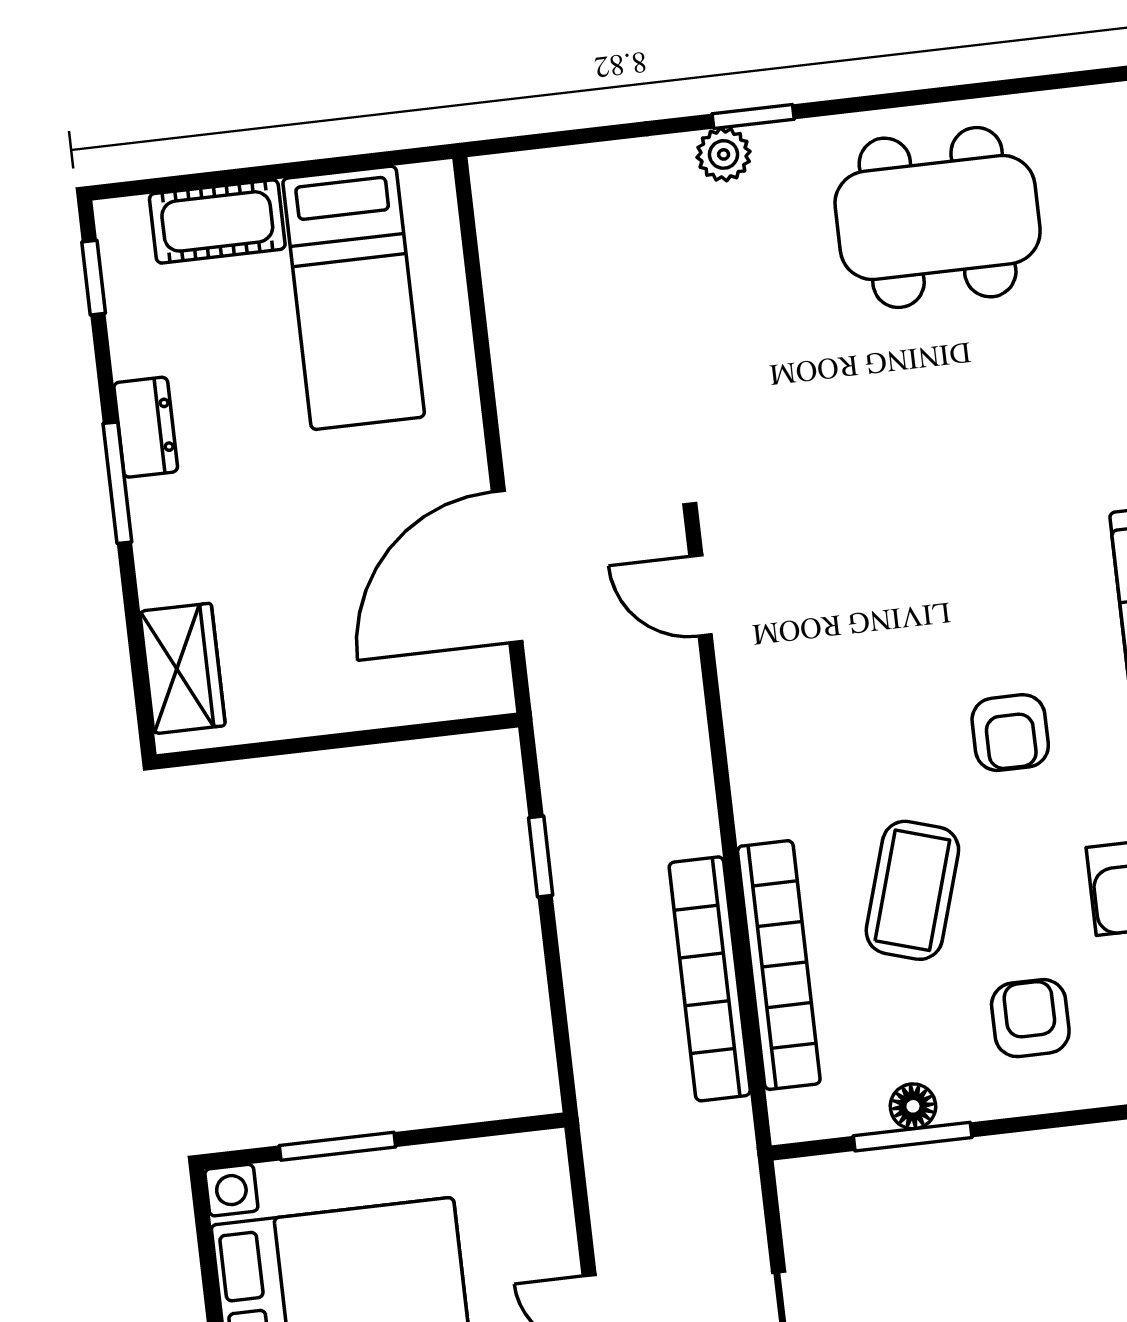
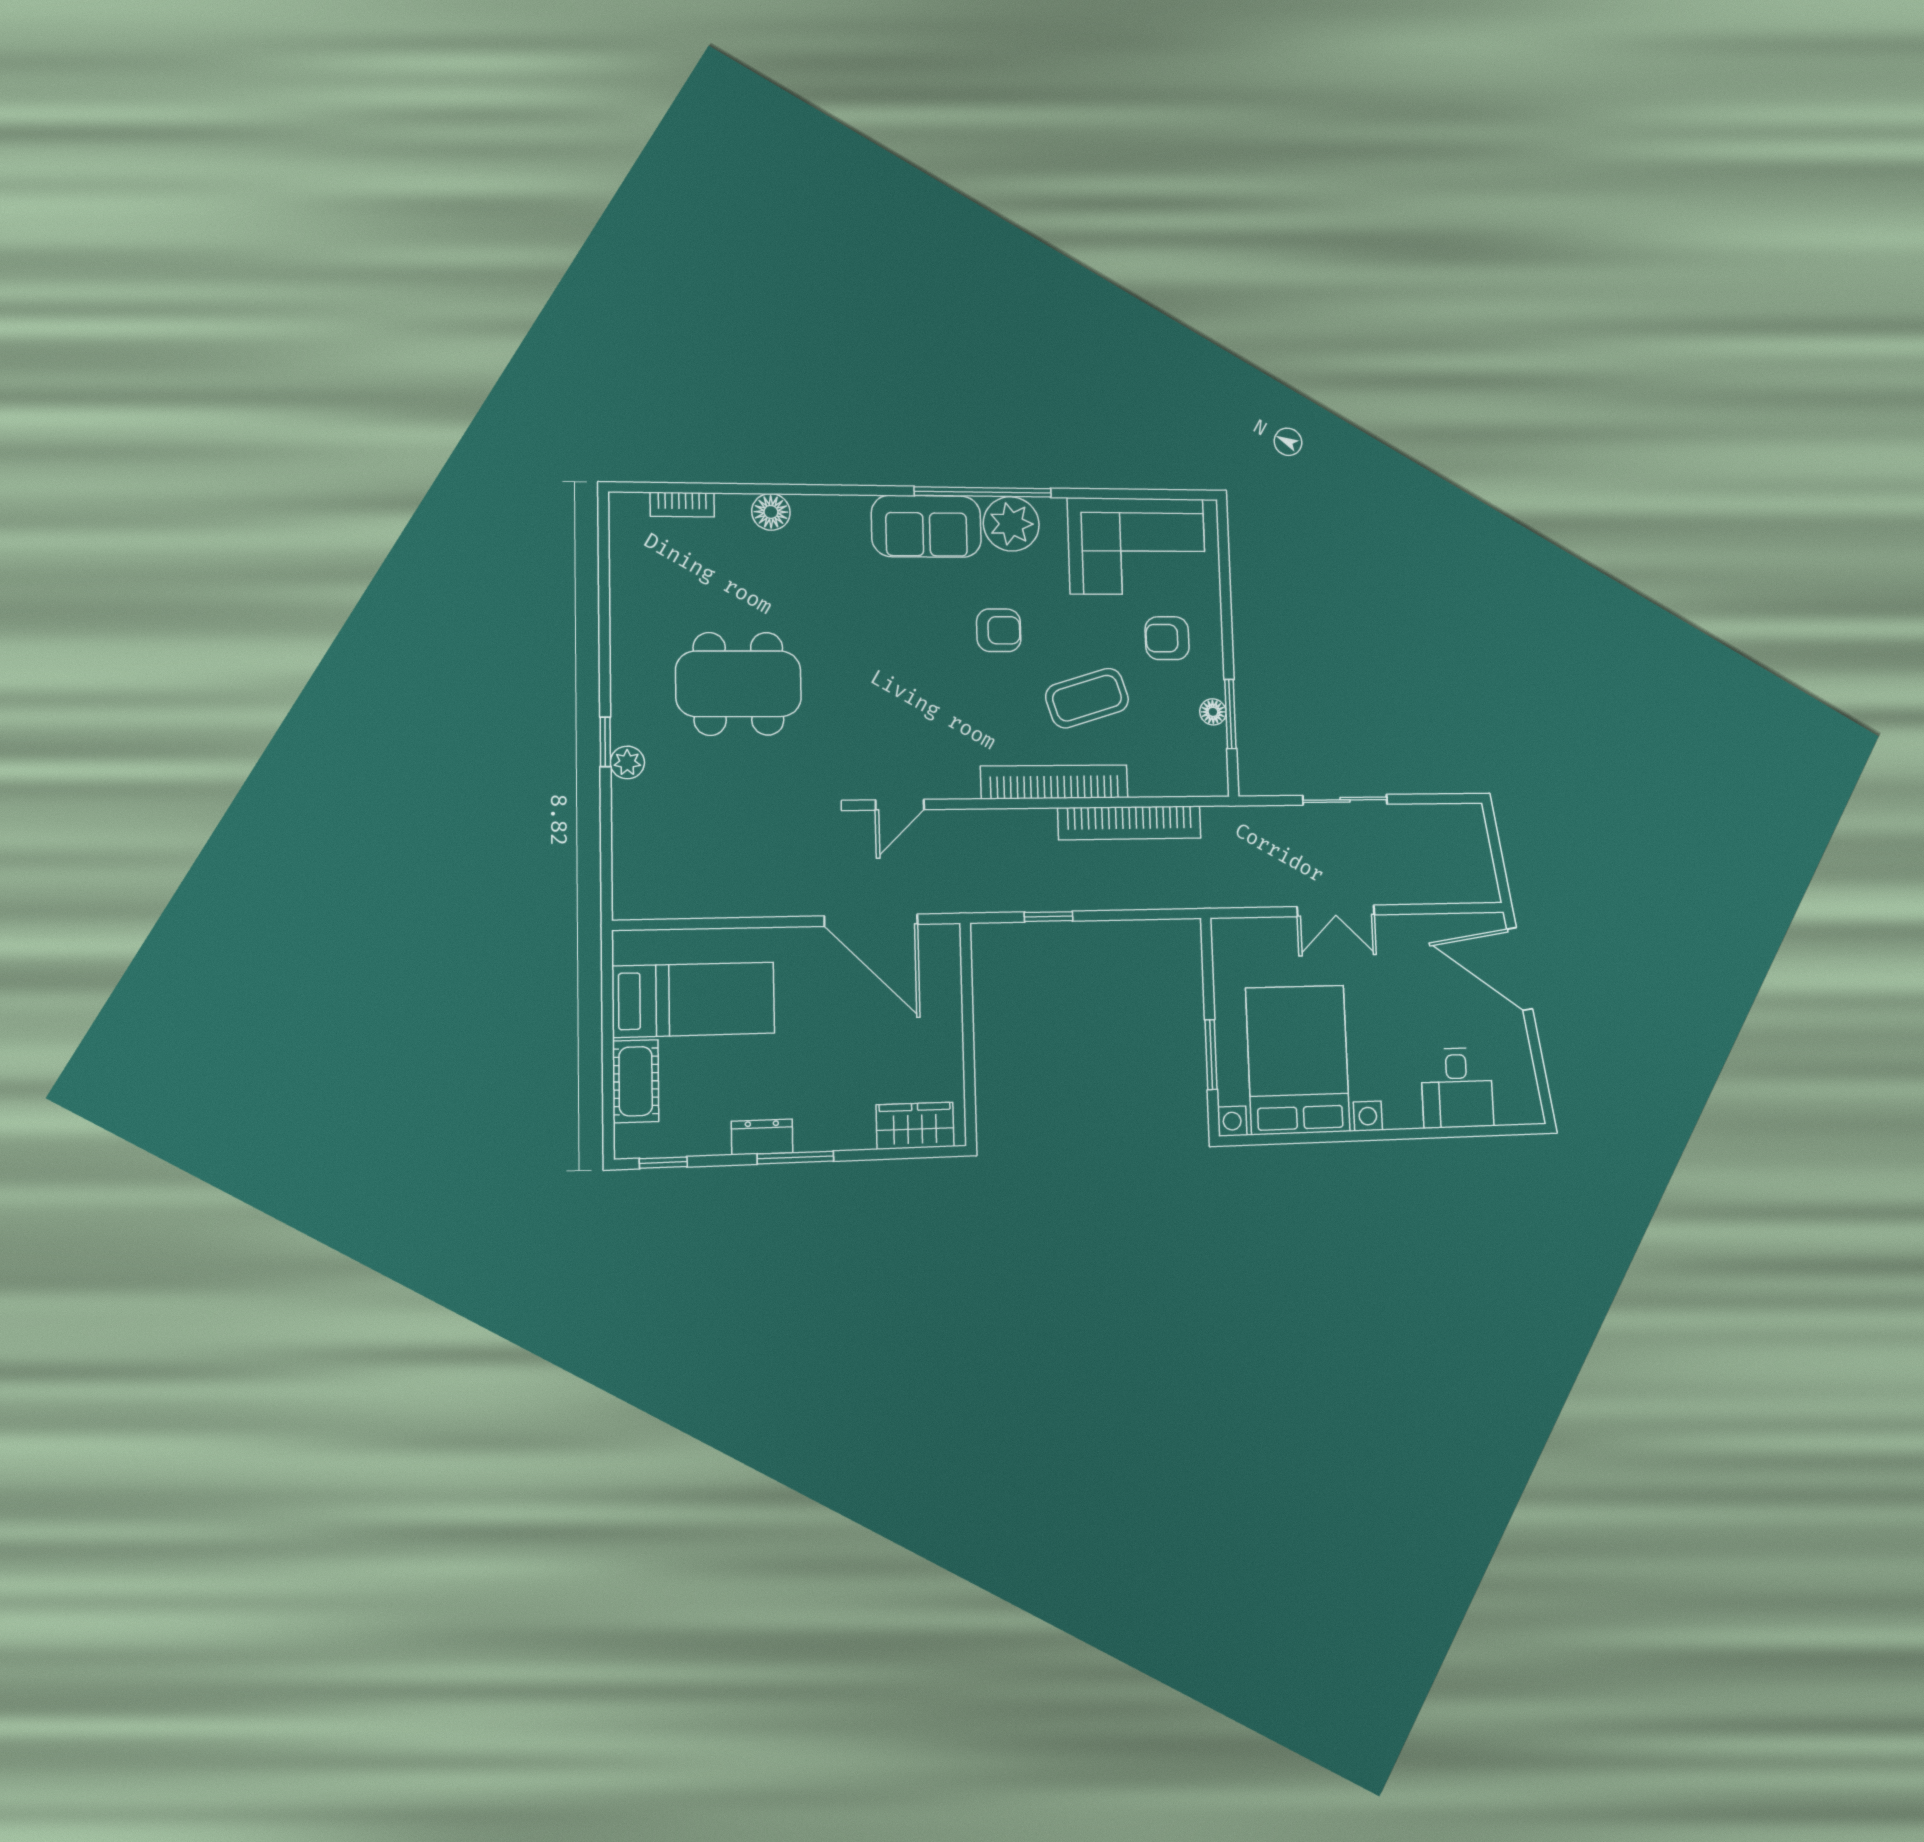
dining table: (938, 217) -> (738, 684), moved, turned 90
coffee table: (912, 890) -> (1087, 698), turned -34
bookcase: (779, 965) -> (1054, 782), moved

